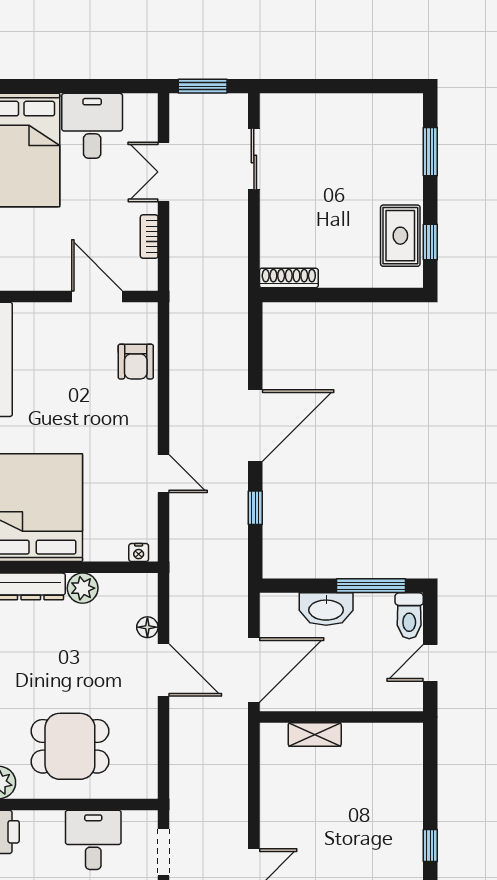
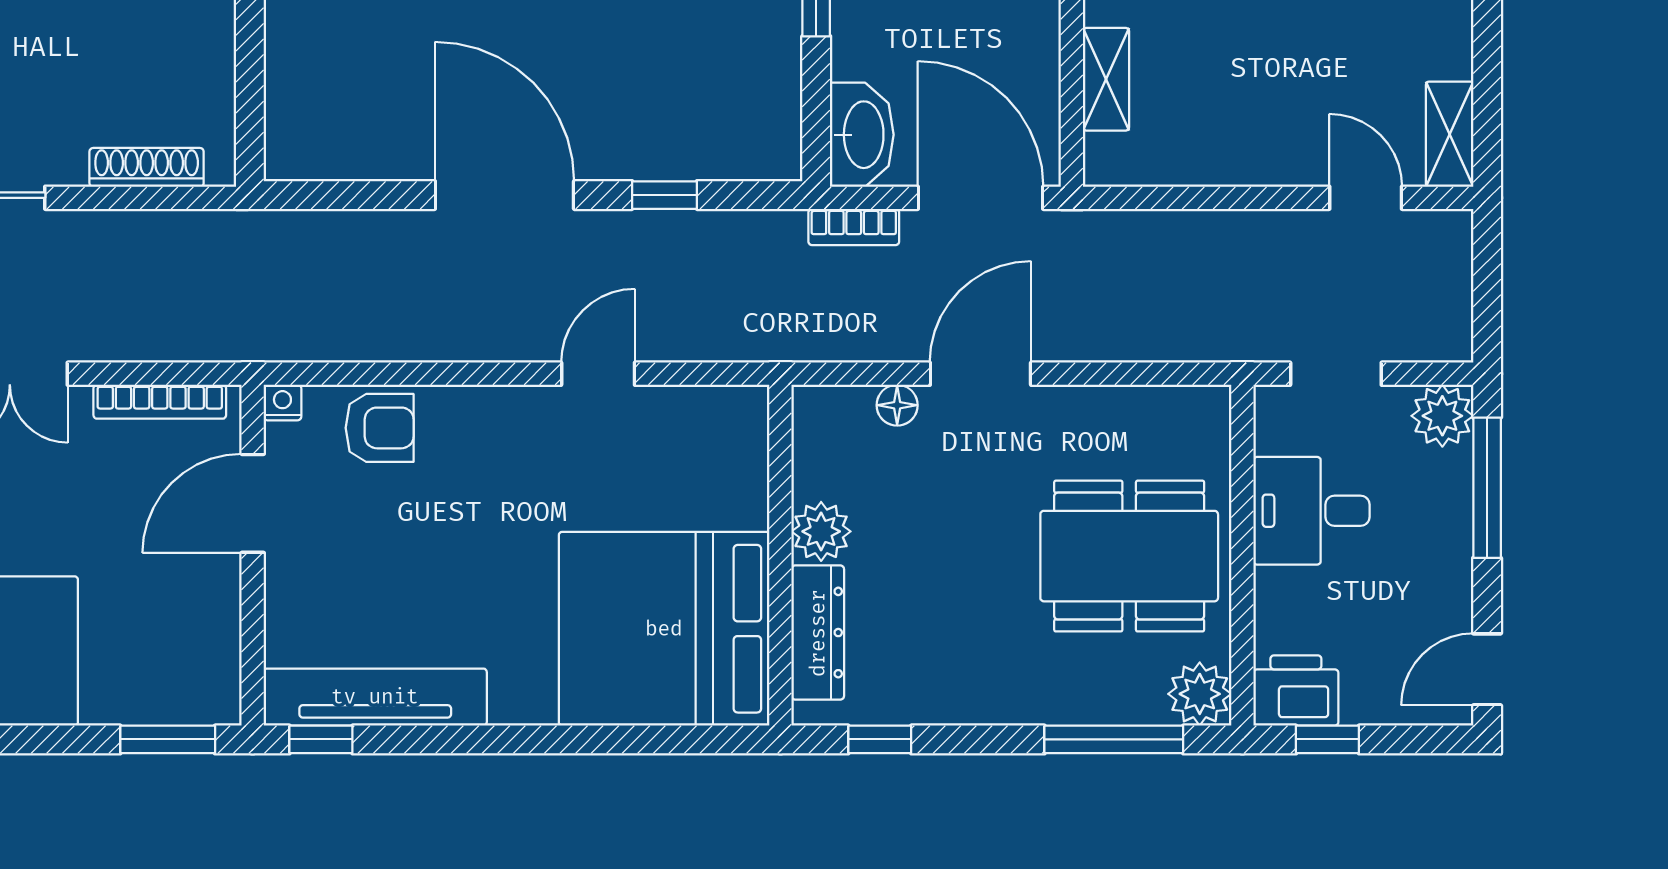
bookcase: (149, 237) -> (160, 402), width x1.56
shoe rack: (289, 278) -> (147, 167), moved, turned 90
nightstand: (139, 553) -> (282, 403), moved, turned -90
bookcase: (239, 605) -> (854, 227), added
washbasin: (326, 609) -> (862, 135), moved
dining table: (70, 746) -> (1129, 556), width x1.38

